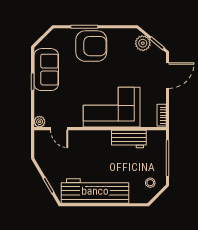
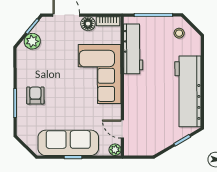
armchair: (91, 46) -> (35, 95), width x0.53, depth x0.53
sofa: (46, 70) -> (68, 143), width x1.36
floor lamp: (159, 96) -> (88, 24), added
door: (59, 129) -> (122, 129), swing flipped
workbench: (129, 139) -> (133, 49), width x1.38

